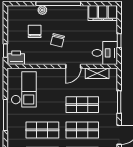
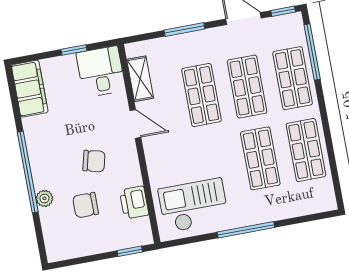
printer: (16, 58) -> (134, 203), moved

